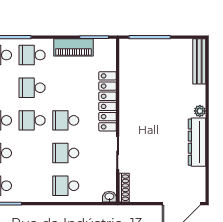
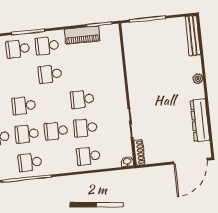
locker: (108, 101) -> (117, 79), removed
school desk: (32, 120) -> (56, 131), moved
dresser: (197, 142) -> (200, 120), moved

